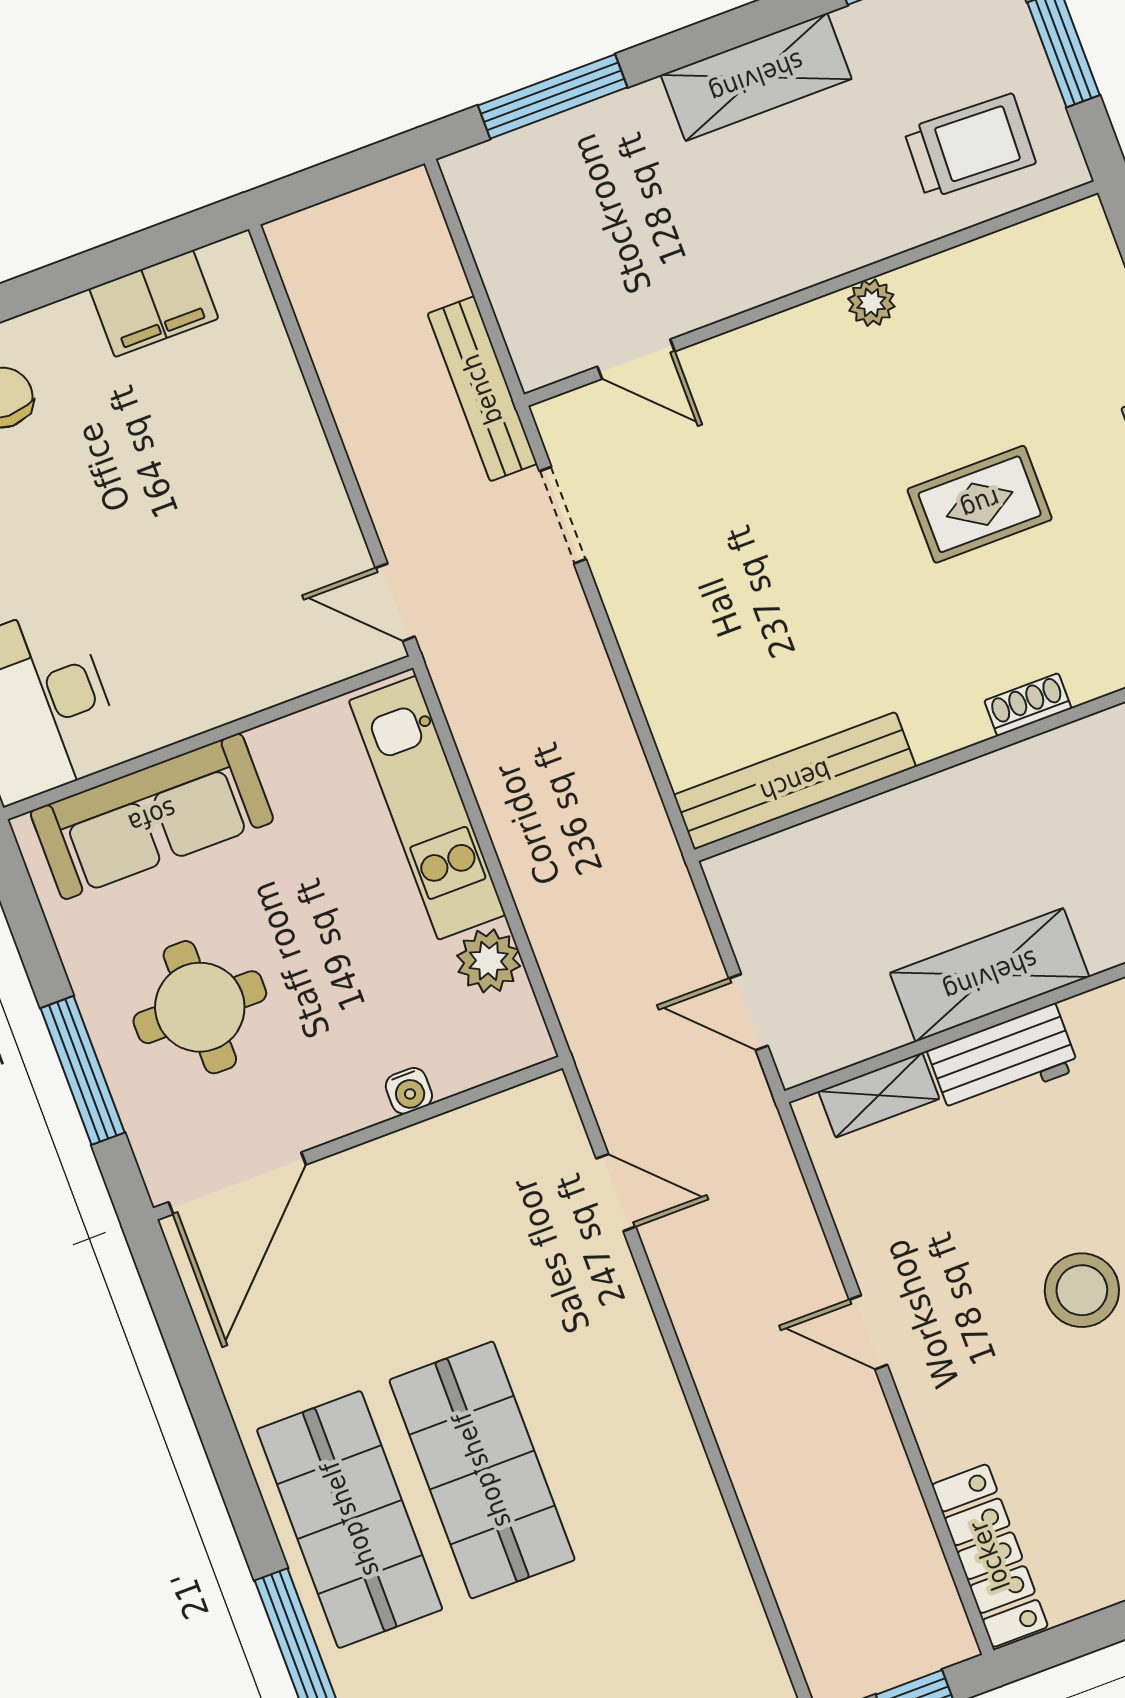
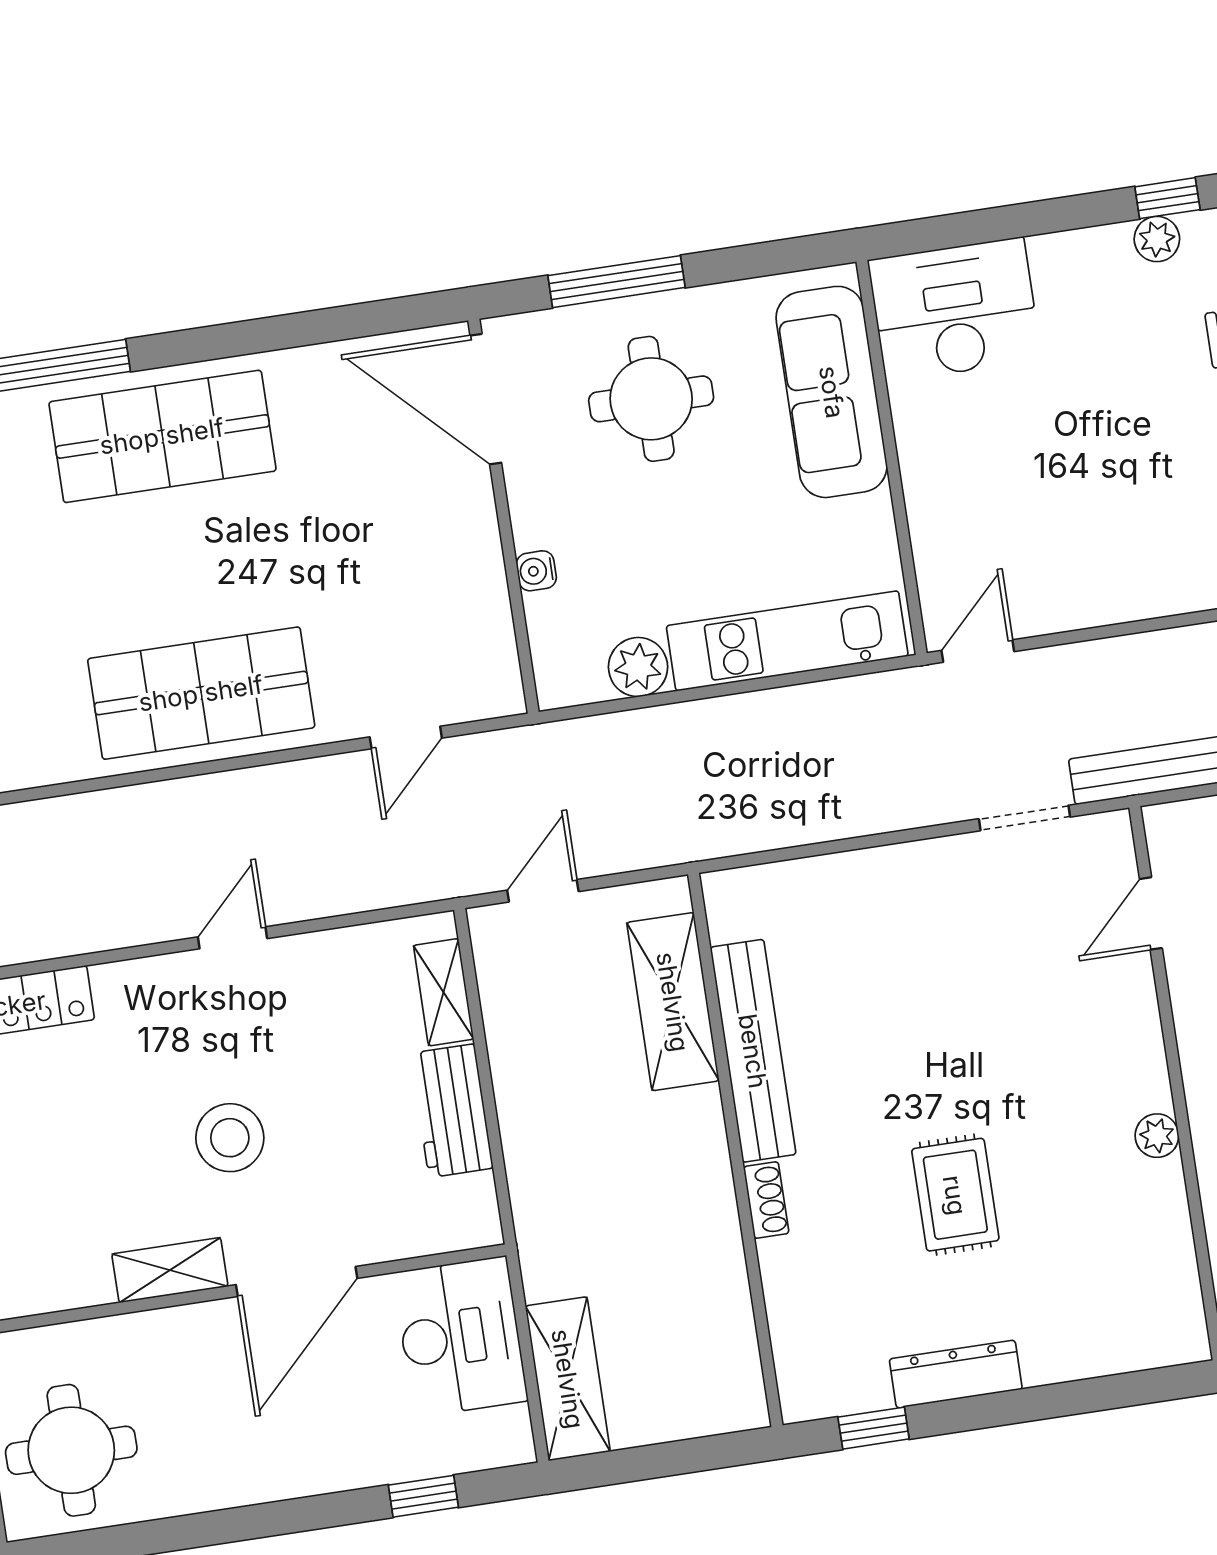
bench: (795, 781) -> (753, 1051), moved
shelving: (990, 975) -> (673, 1002), moved
shop shelf: (482, 1470) -> (201, 693), moved

